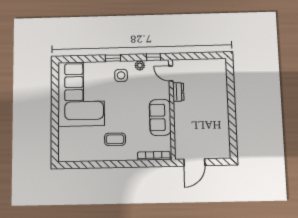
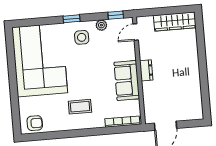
wardrobe: (207, 66) -> (175, 22), added
door: (171, 73) -> (136, 32), hinge flipped
dresser: (178, 92) -> (146, 70), moved
armchair: (72, 152) -> (35, 123), added

